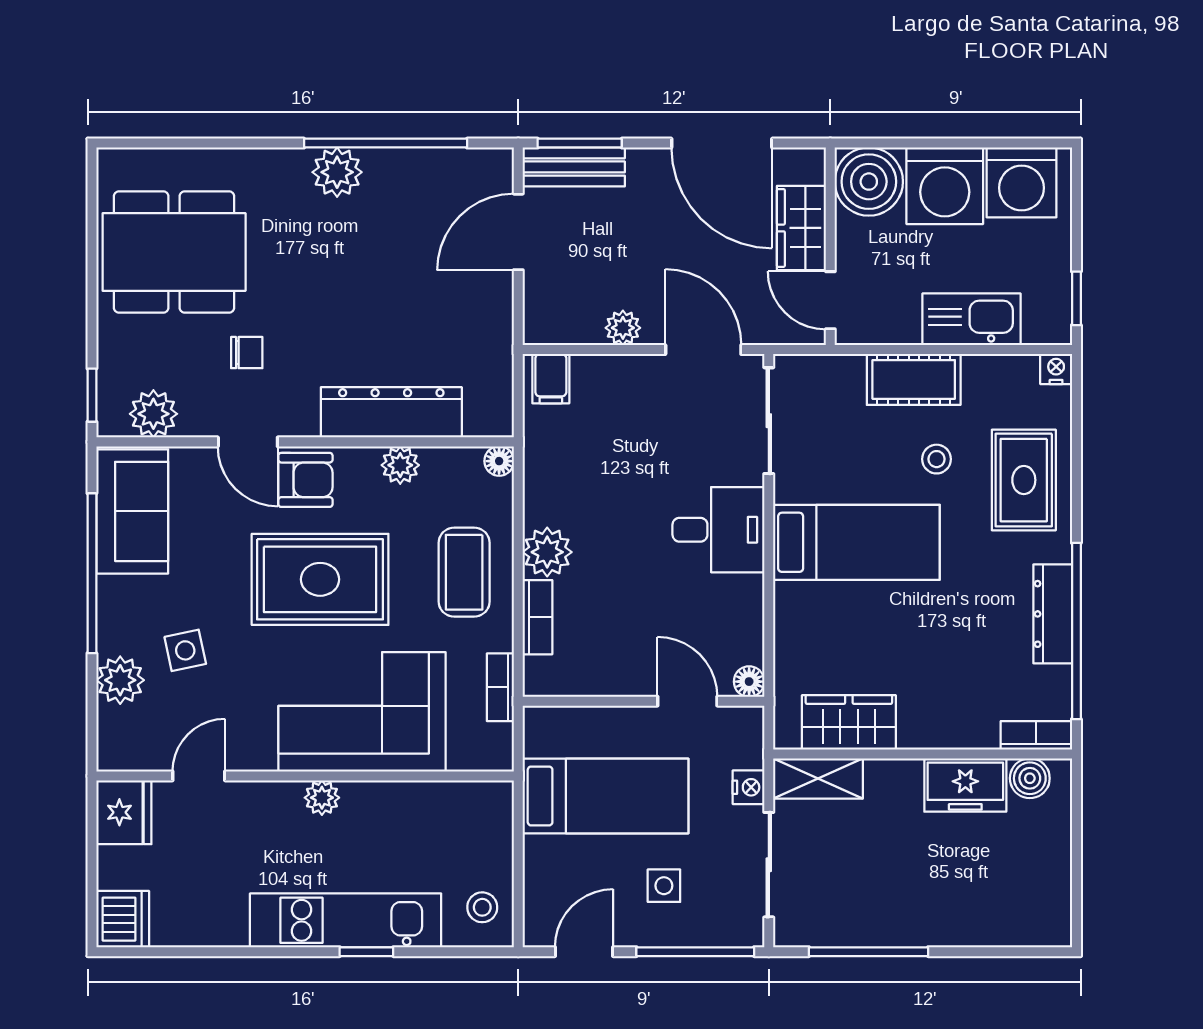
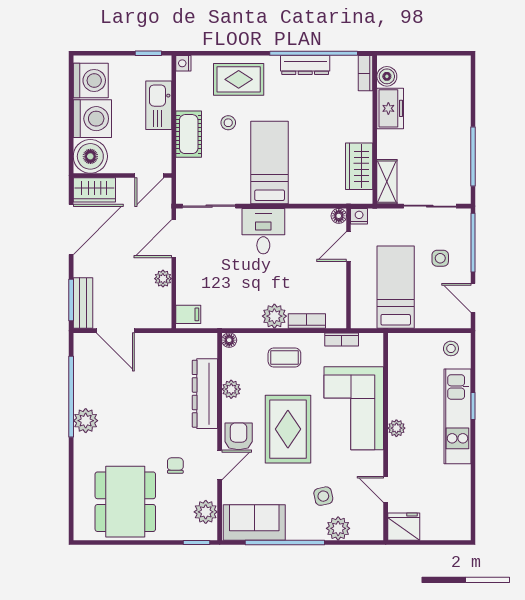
wardrobe: (801, 228) -> (94, 190), moved
coffee table: (464, 572) -> (284, 357), width x0.73, depth x0.77
nightstand: (749, 787) -> (359, 216), moved
dishwasher: (123, 919) -> (457, 527), removed

